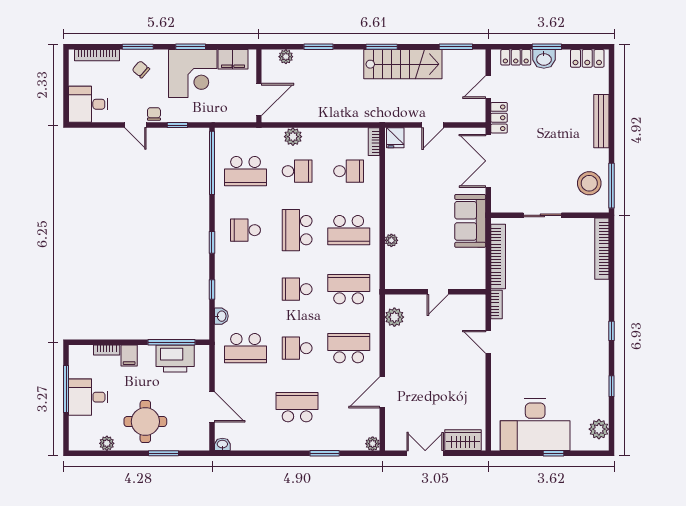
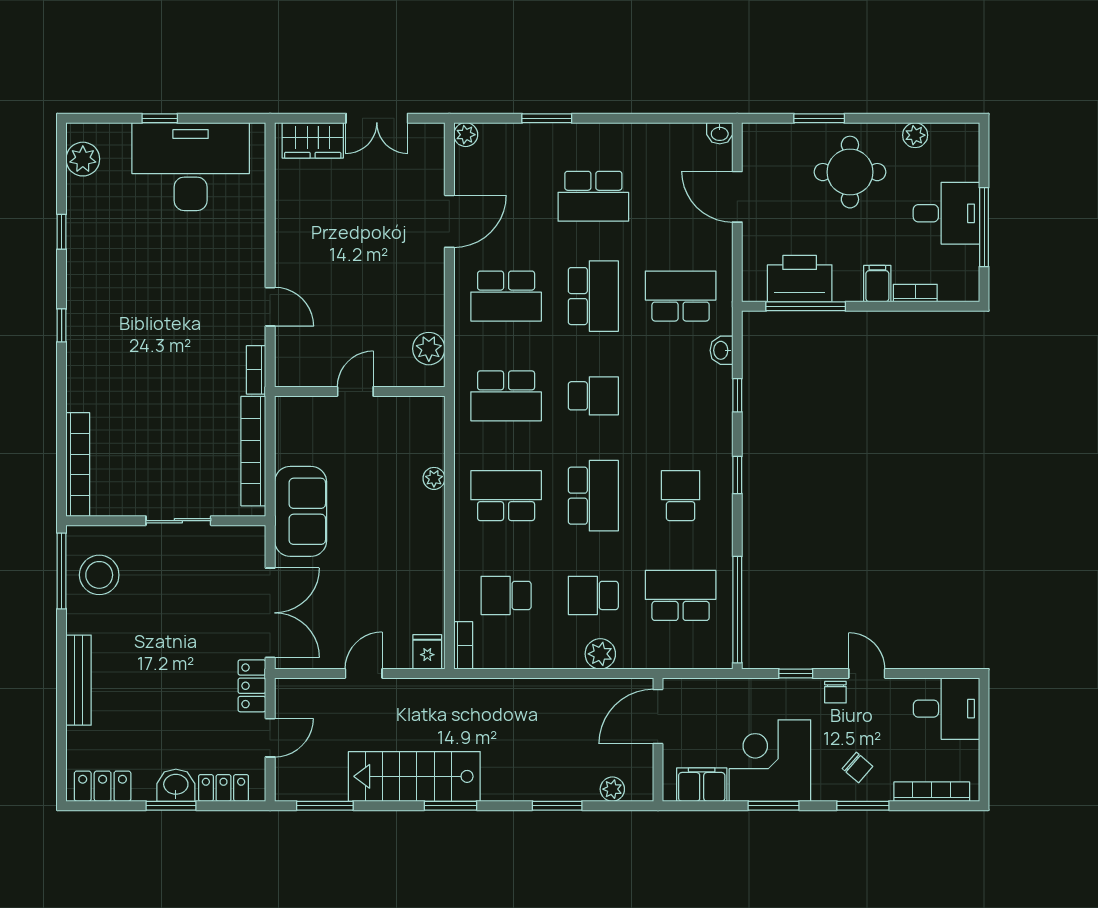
school desk: (246, 230) -> (681, 496), turned -90
school desk: (297, 348) -> (593, 296), width x1.85

